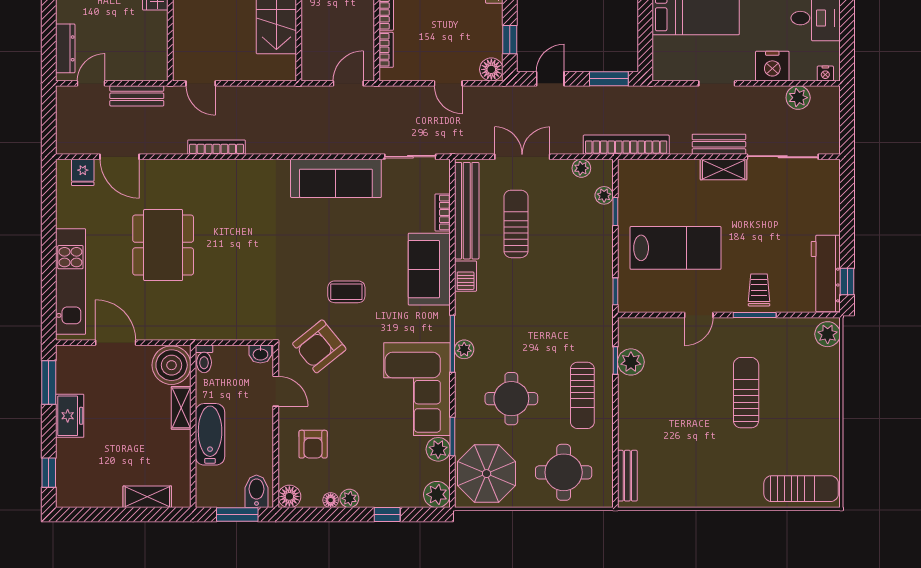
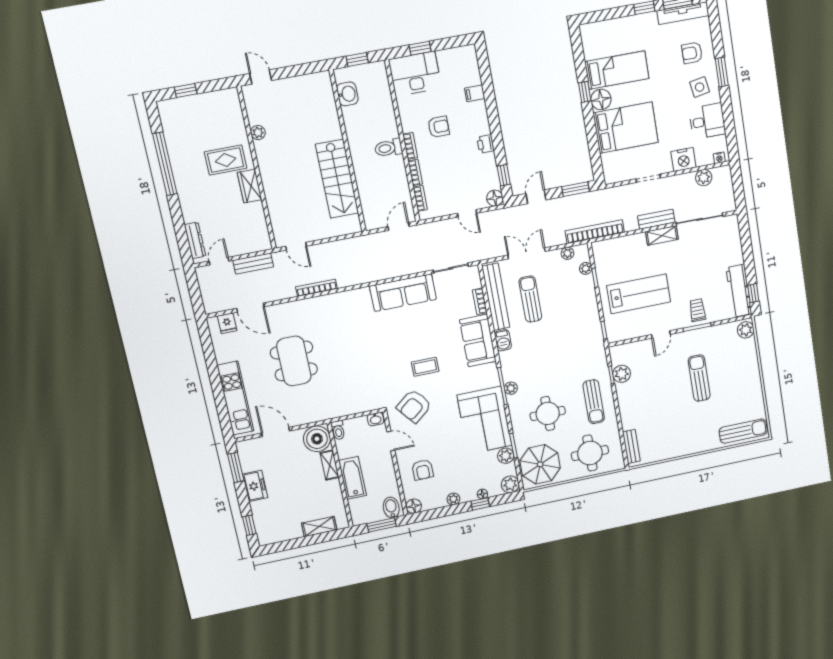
floor lamp: (331, 500) -> (482, 494), moved

